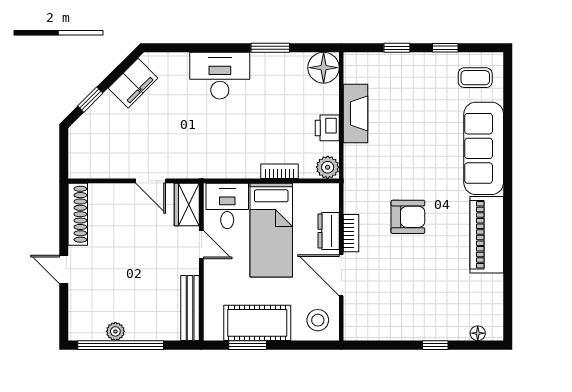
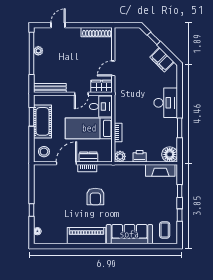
fireplace: (356, 113) -> (160, 170), moved
door: (64, 269) -> (58, 25), moved

